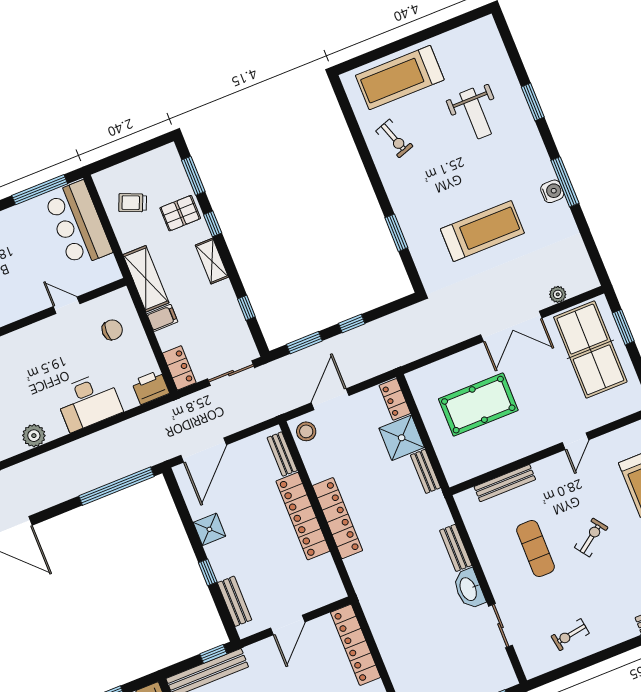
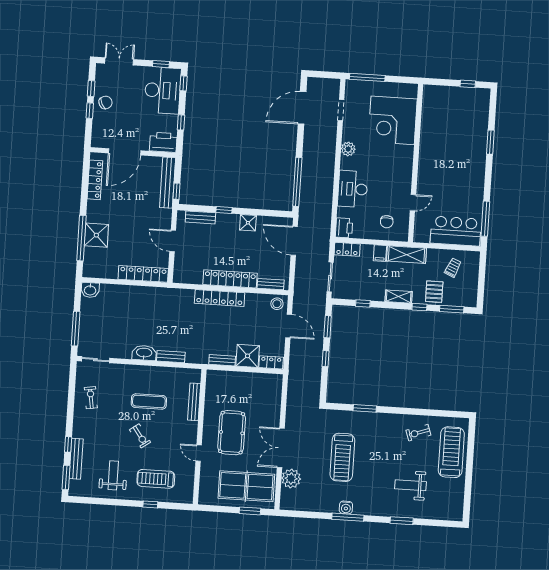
plant: (558, 294) -> (291, 479), width x1.88, depth x1.88
pool table: (478, 405) -> (232, 433), moved
sliding door: (501, 626) -> (95, 360), moved

